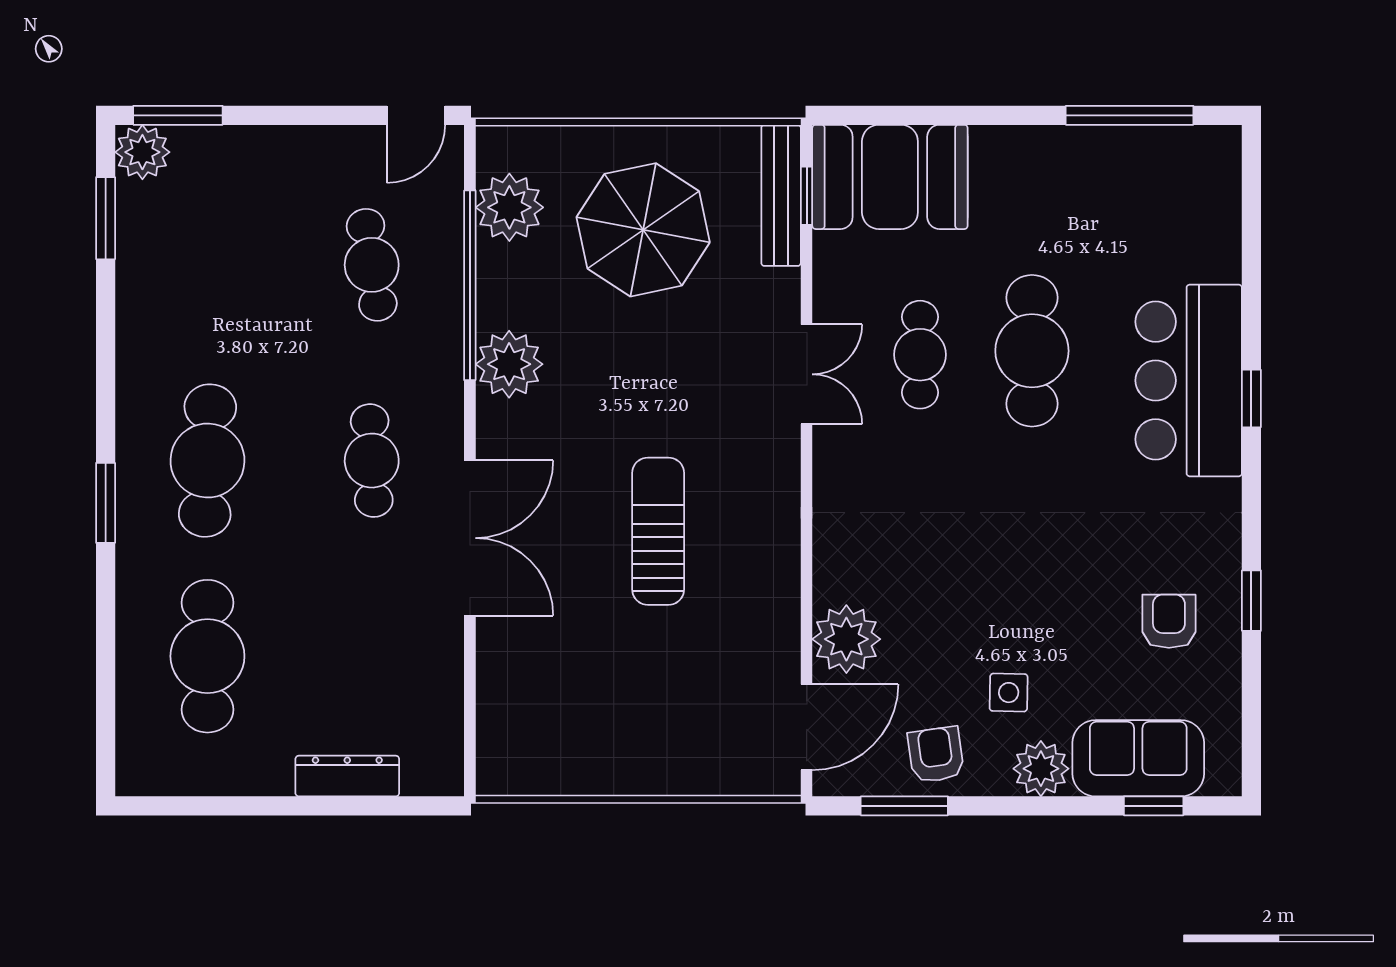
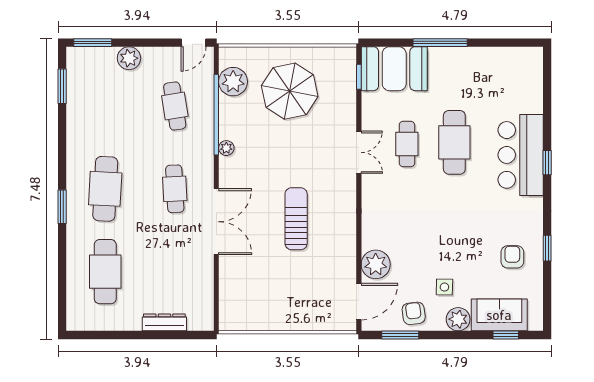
window: (1130, 115) -> (440, 43), moved
plant: (142, 152) -> (129, 58), moved
bench: (781, 195) -> (348, 77), removed
plant: (509, 364) -> (226, 148), width x0.53, depth x0.53

